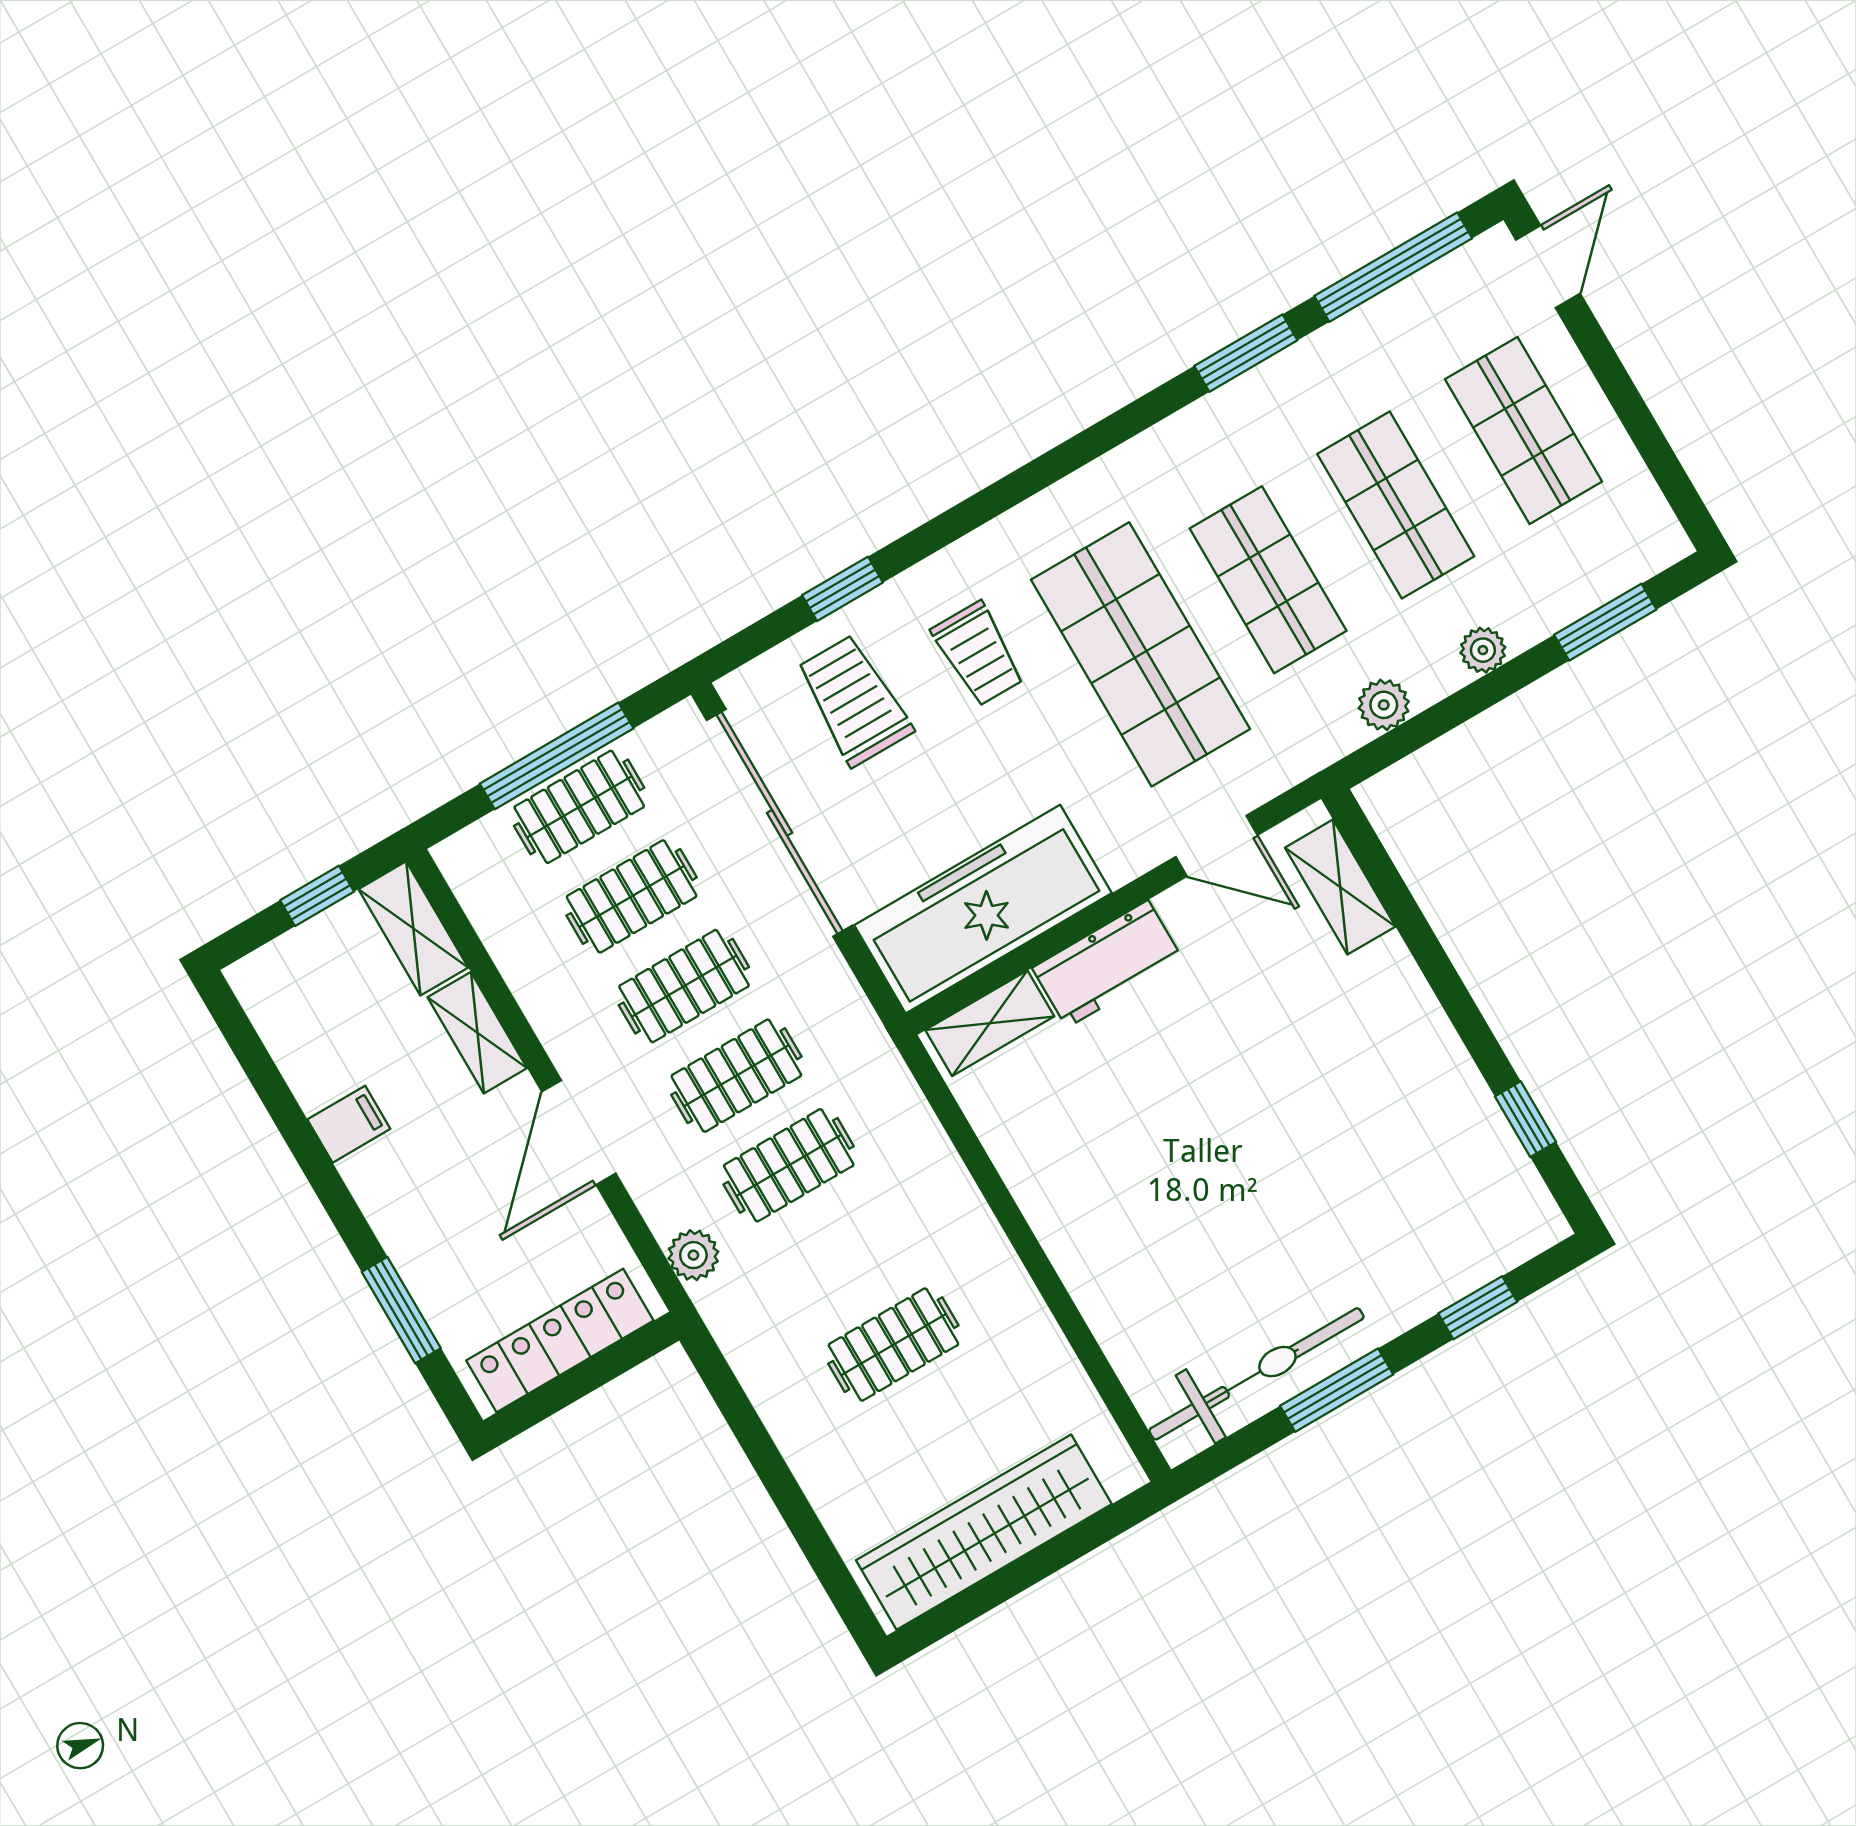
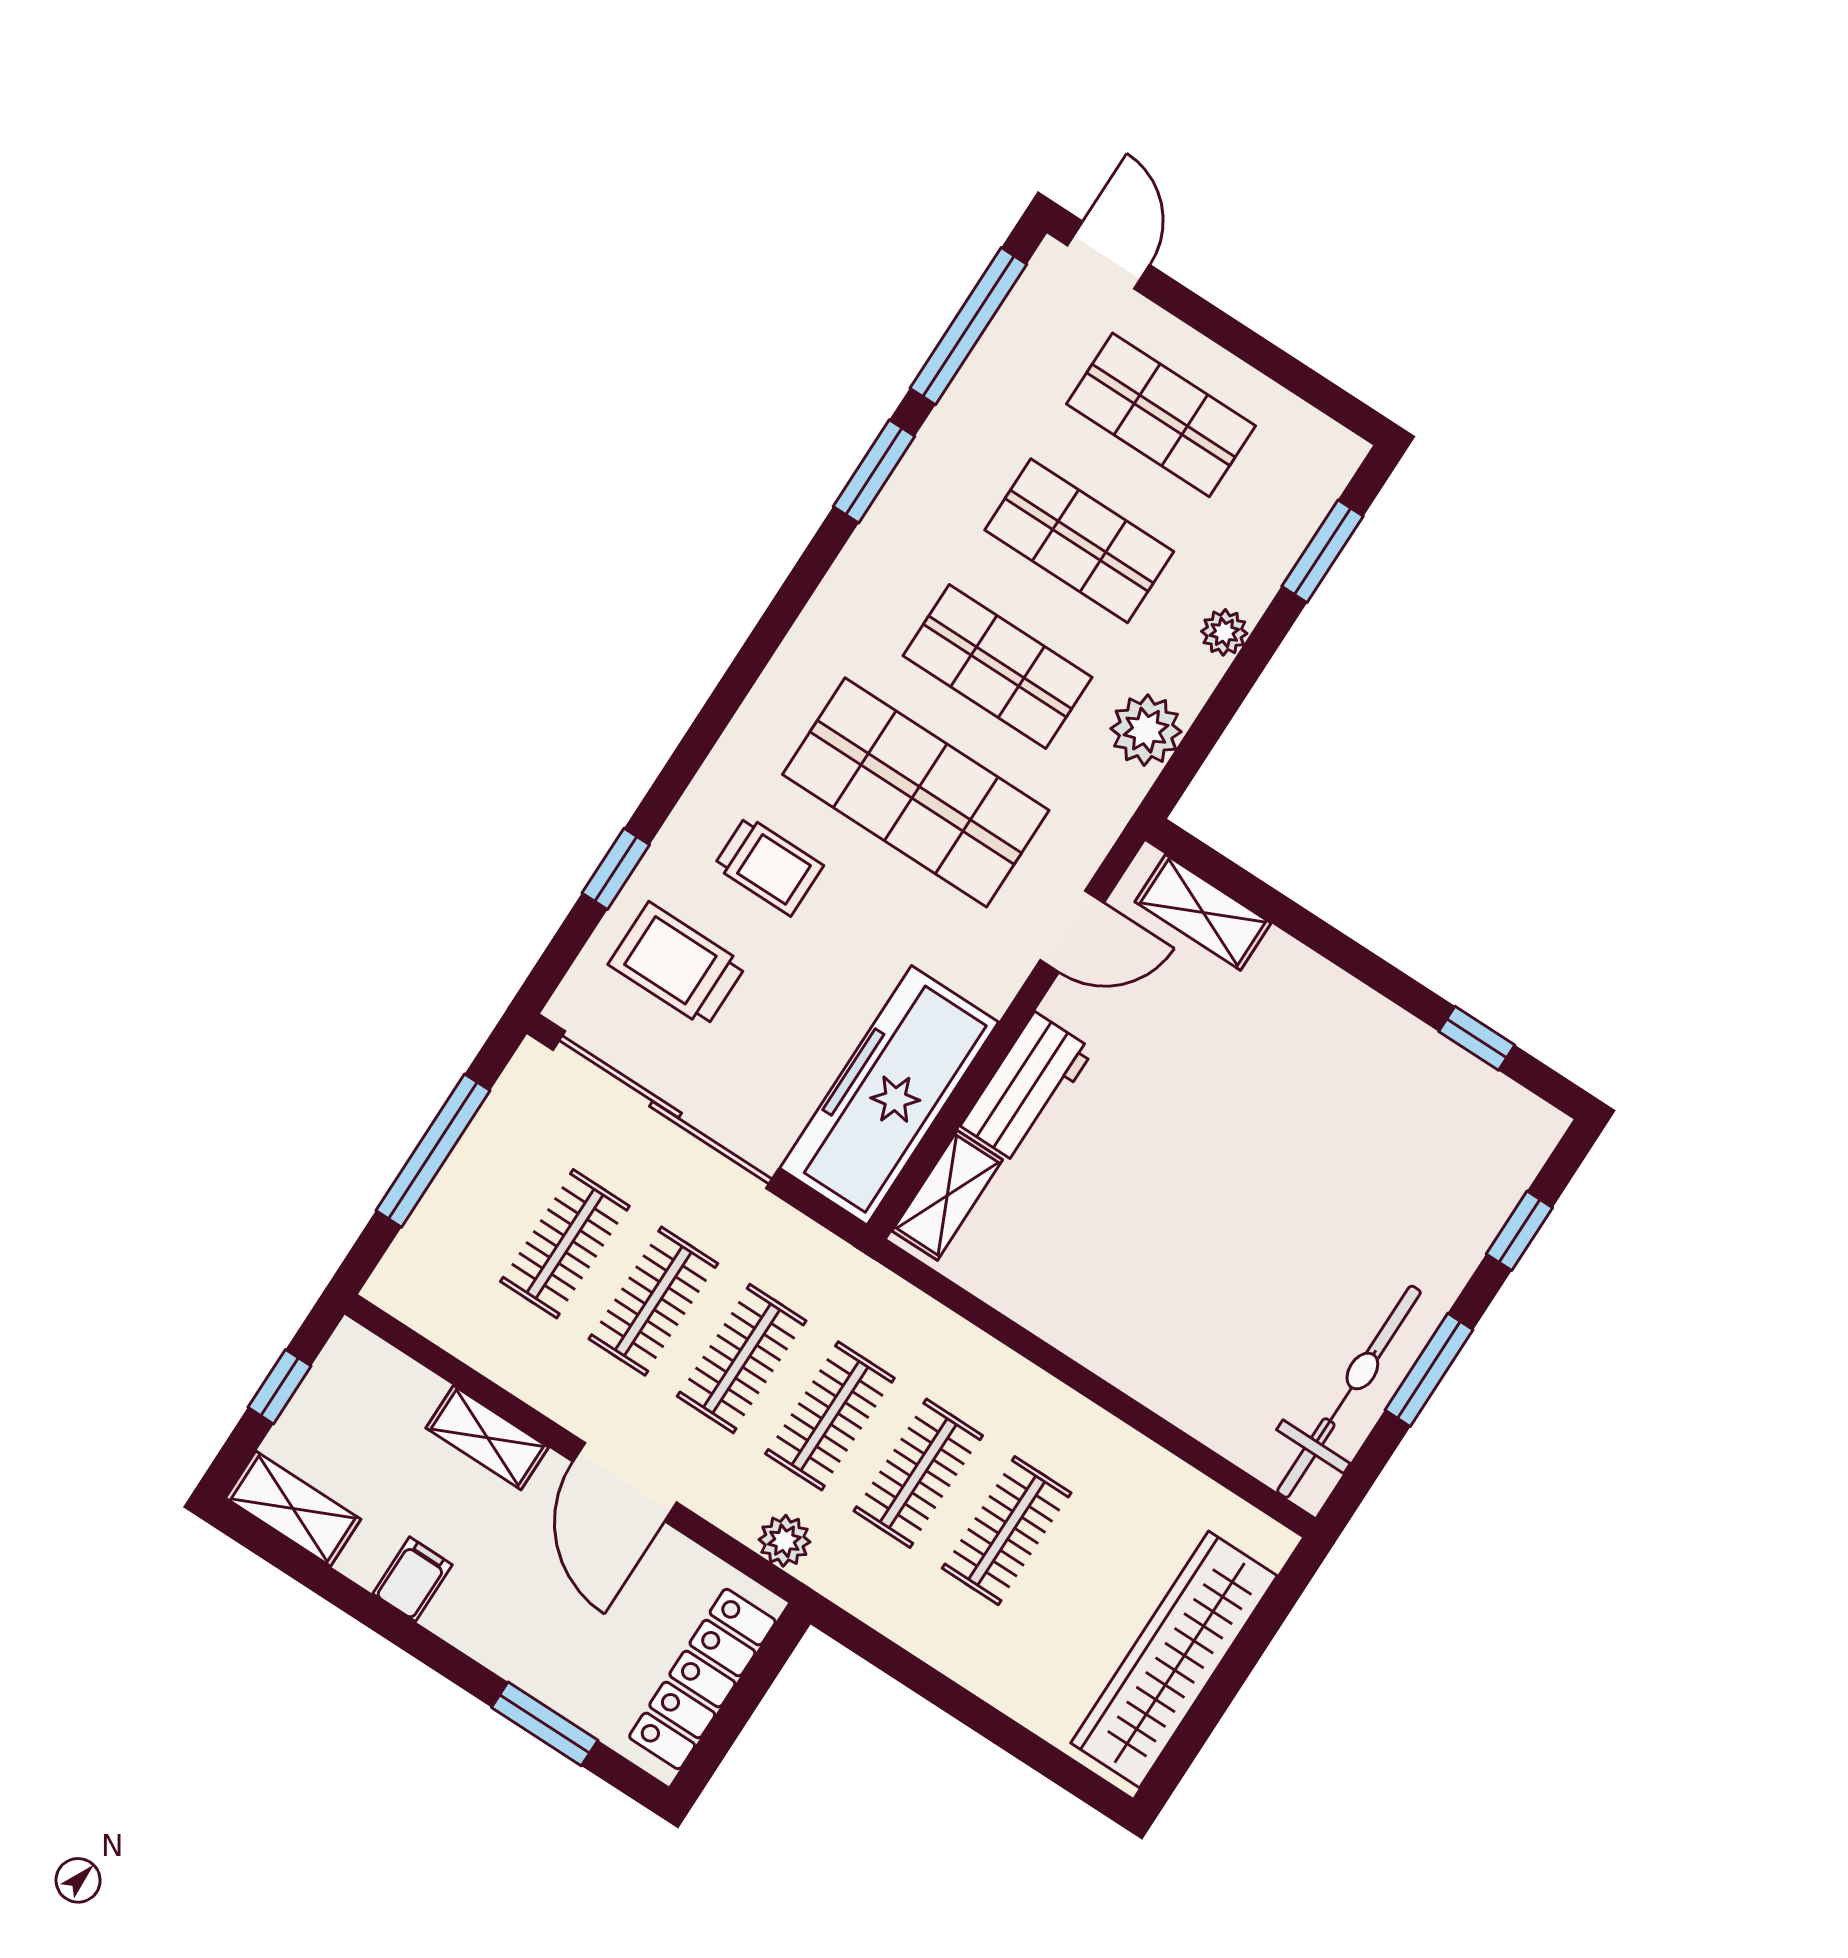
plant: (1384, 705) -> (1146, 730), width x1.38, depth x1.38
clothes rail: (579, 807) -> (918, 1473), moved
shelving: (413, 928) -> (293, 1509), moved

